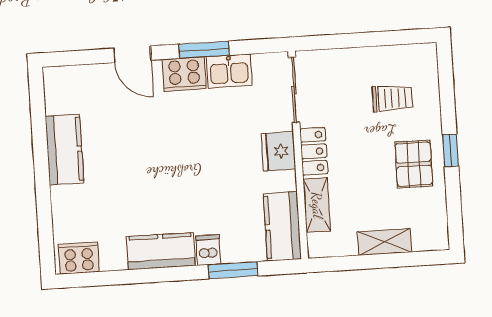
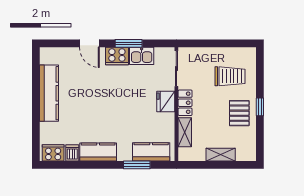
trolley: (392, 98) -> (230, 76), width x1.36, depth x1.39
kitchen counter: (64, 150) -> (49, 93), width x1.50
kitchen counter: (282, 226) -> (151, 152), moved, turned 90
dishwasher: (208, 250) -> (72, 153), moved

